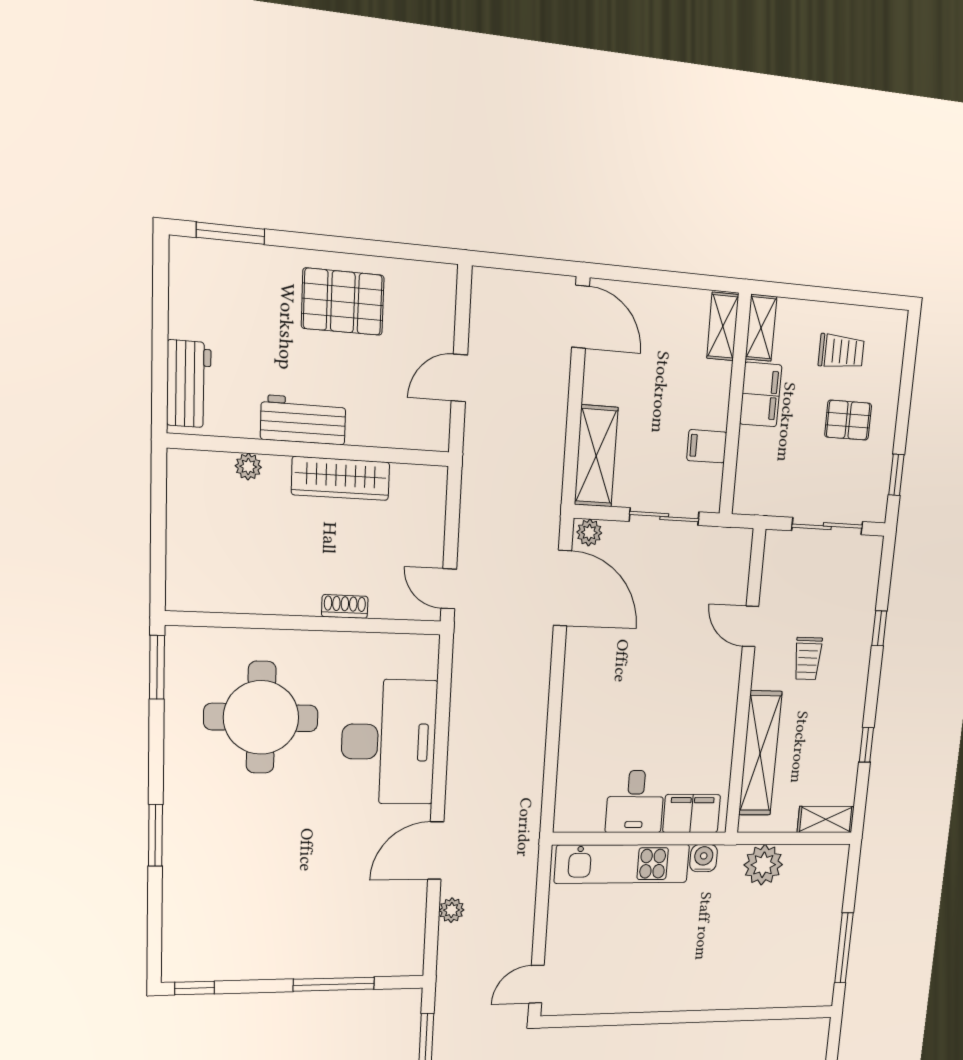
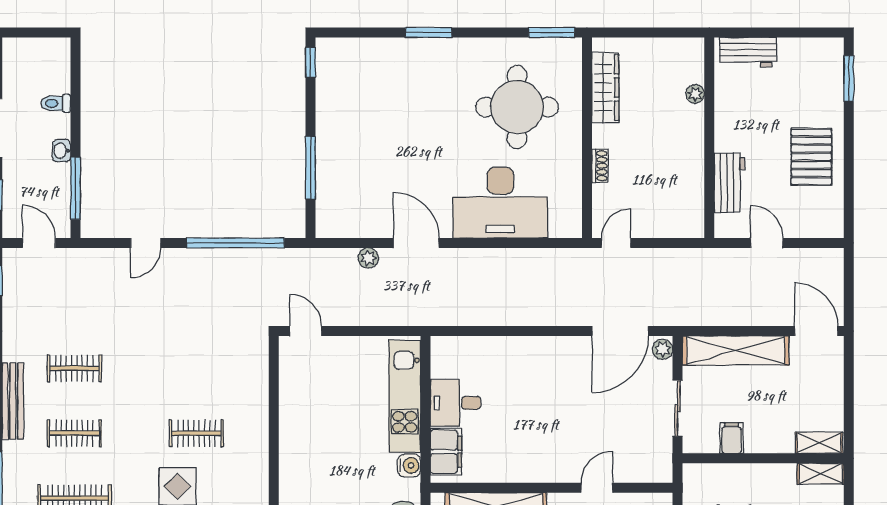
door: (580, 317) -> (816, 331), swing flipped
filing cabinet: (761, 395) -> (772, 478), removed
workbench: (303, 420) -> (730, 183), moved
shelving: (596, 456) -> (736, 350), width x1.47
wardrobe: (341, 478) -> (605, 88), moved, turned 180

